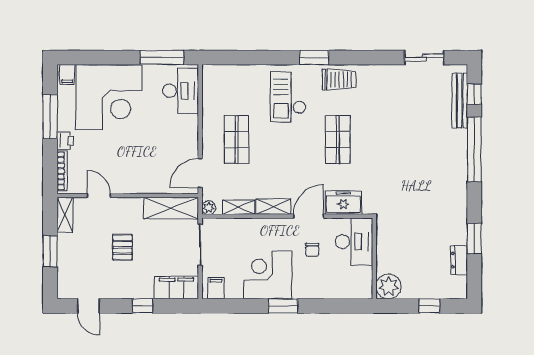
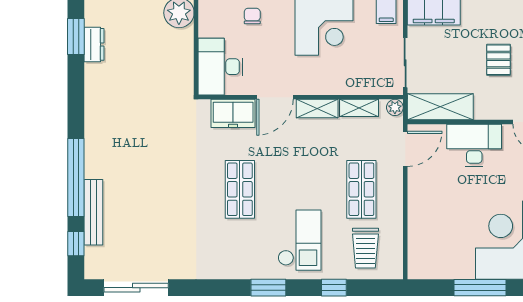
window: (162, 58) -> (480, 288), moved
window: (260, 58) -> (334, 288), added
sliding door: (424, 58) -> (136, 288), width x1.37
trolley: (339, 80) -> (365, 248), moved, turned -90
desk: (181, 91) -> (474, 145), moved, turned 90
bench: (460, 101) -> (93, 212), moved
window: (474, 239) -> (76, 37), moved
chair: (312, 250) -> (252, 16), moved

